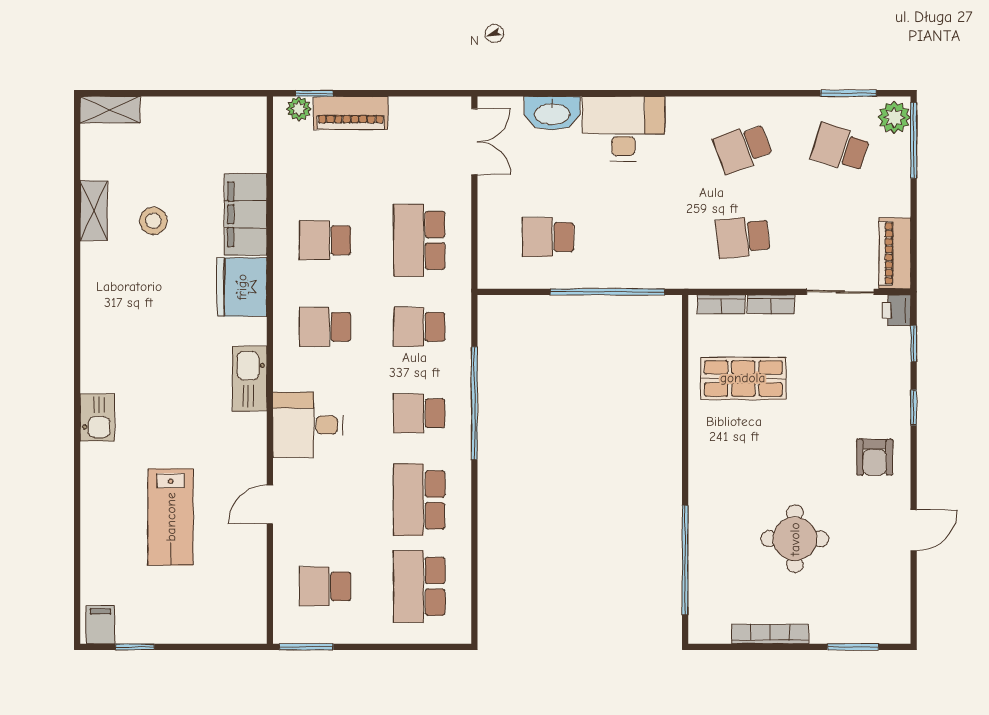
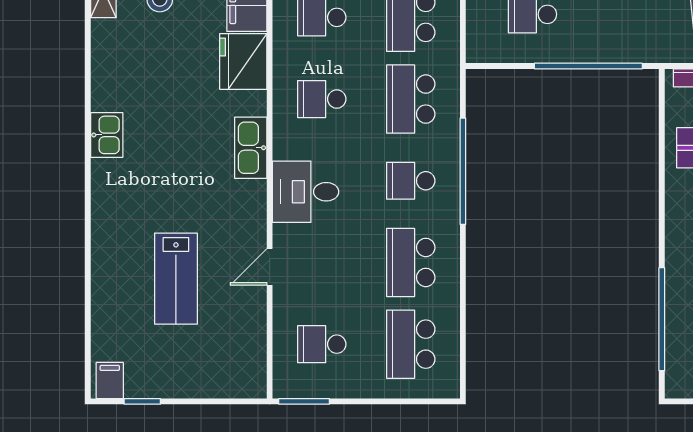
school desk: (419, 327) -> (411, 99), width x1.85
kitchen sink: (97, 418) -> (107, 135), moved

